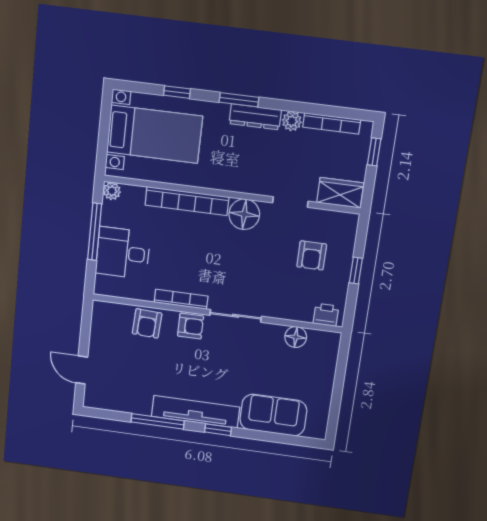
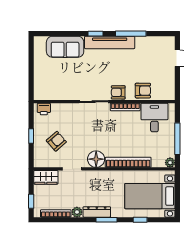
desk: (123, 253) -> (154, 118), moved, turned -90
armchair: (312, 255) -> (56, 141), turned 49
armchair: (147, 323) -> (143, 91), turned 87
floor lamp: (296, 337) -> (59, 94), removed

